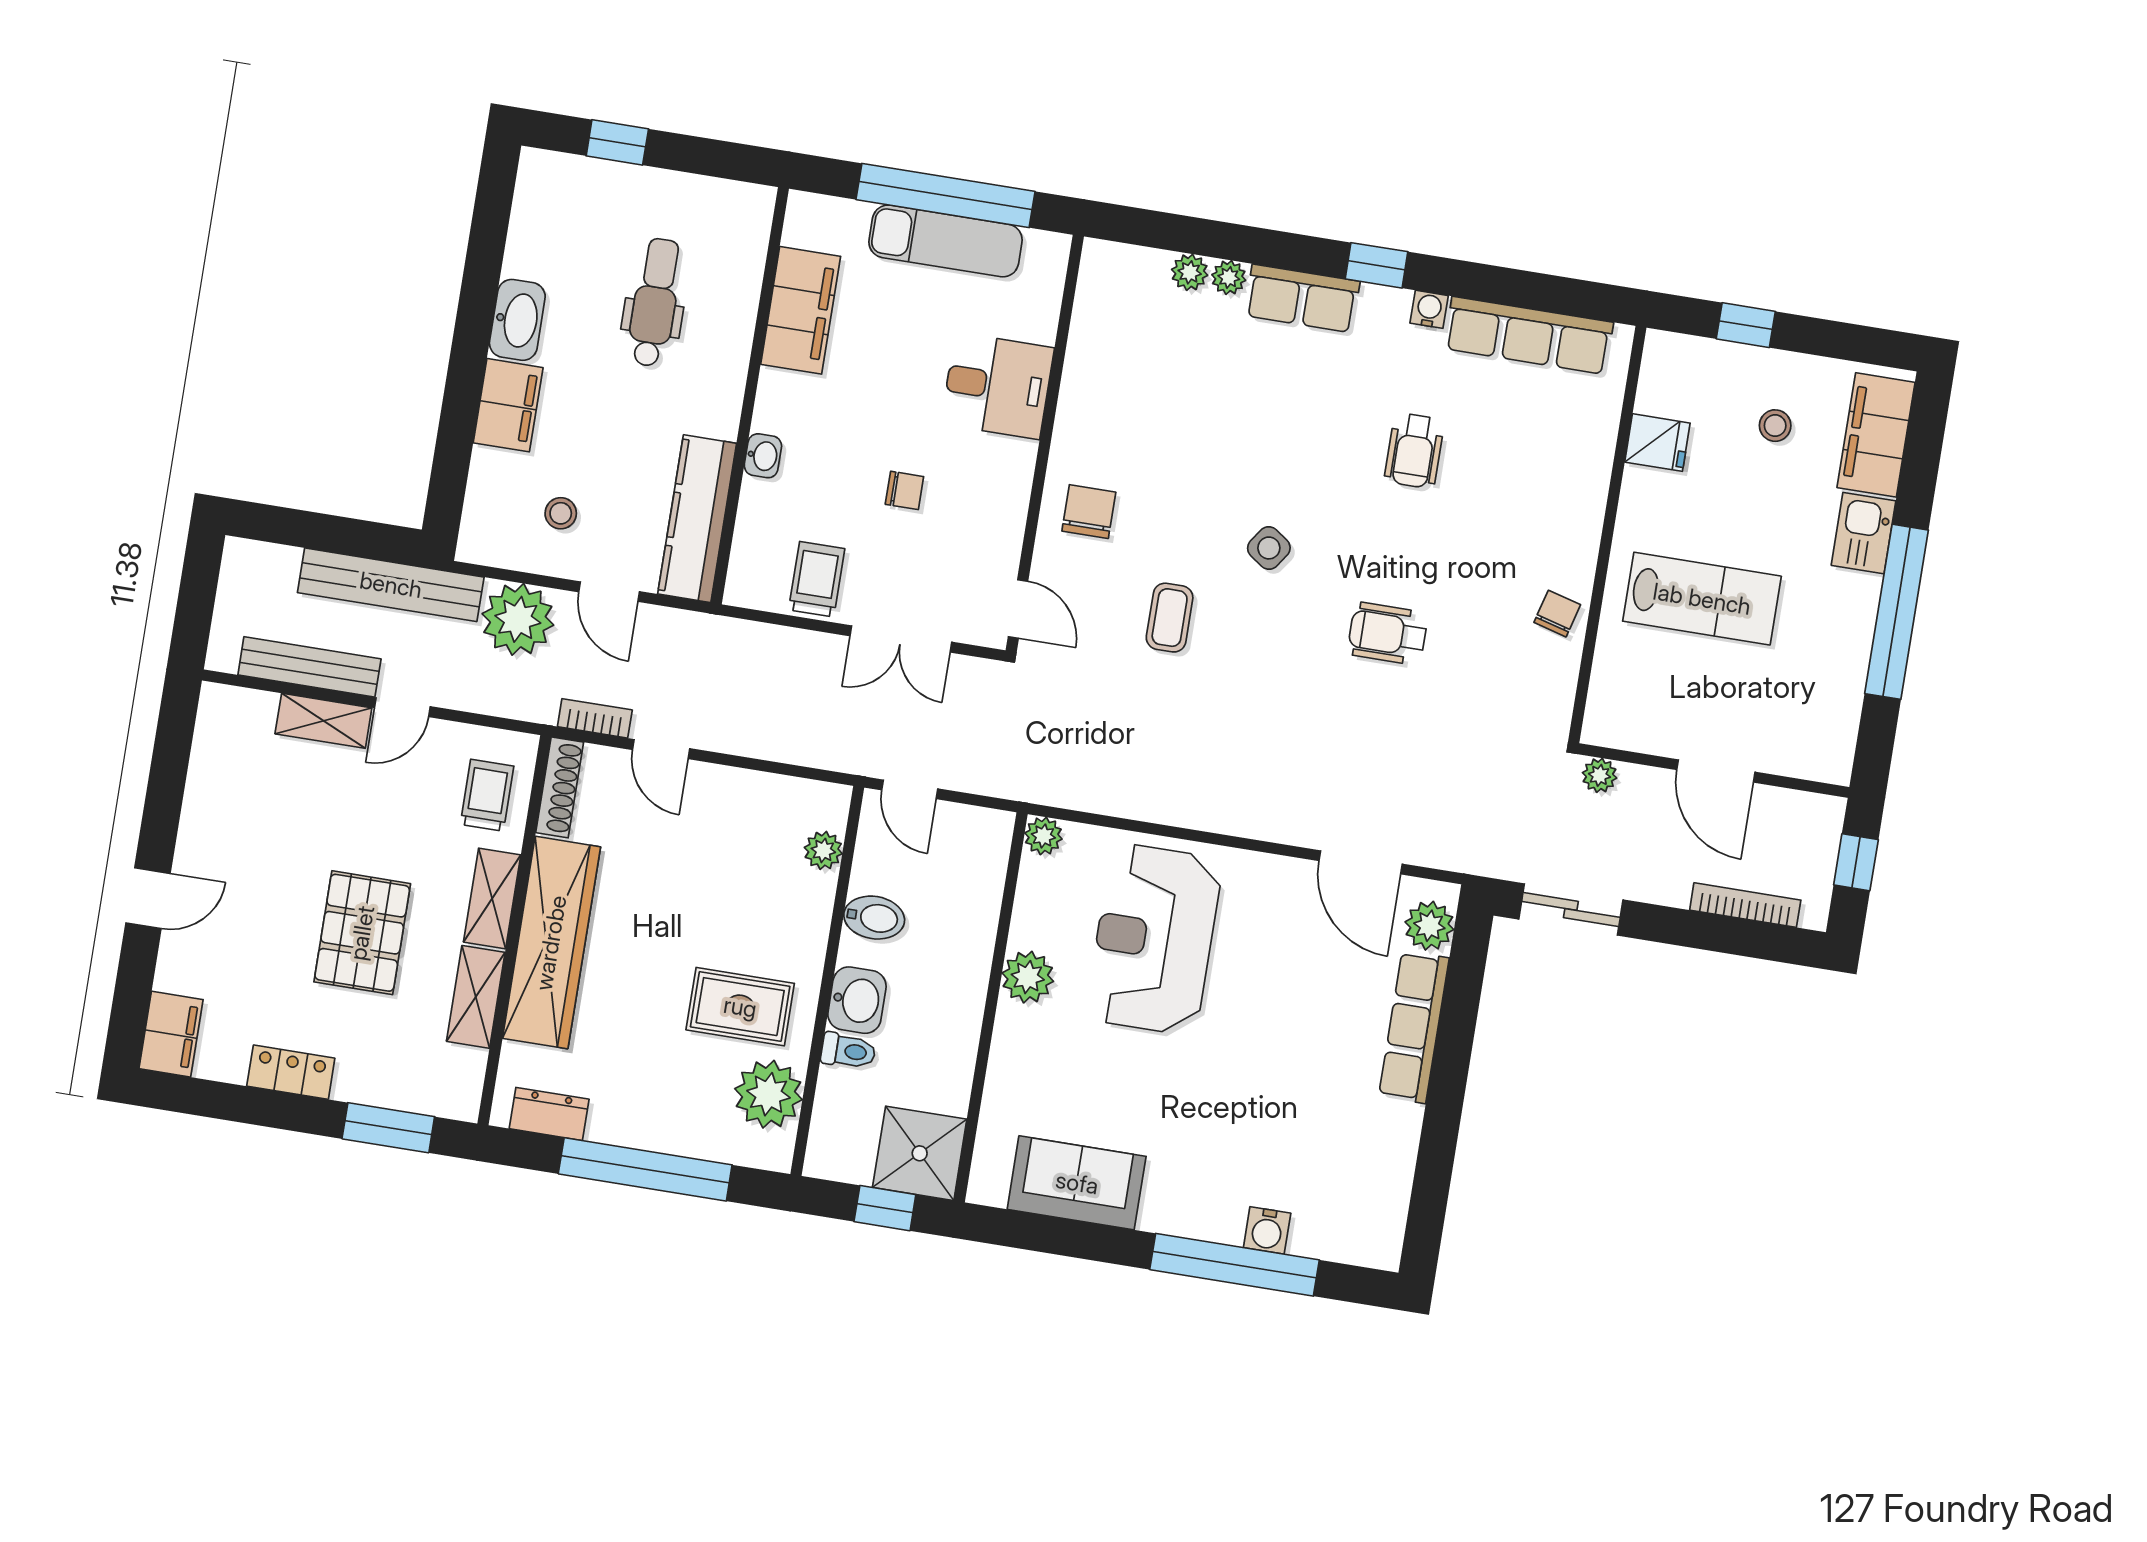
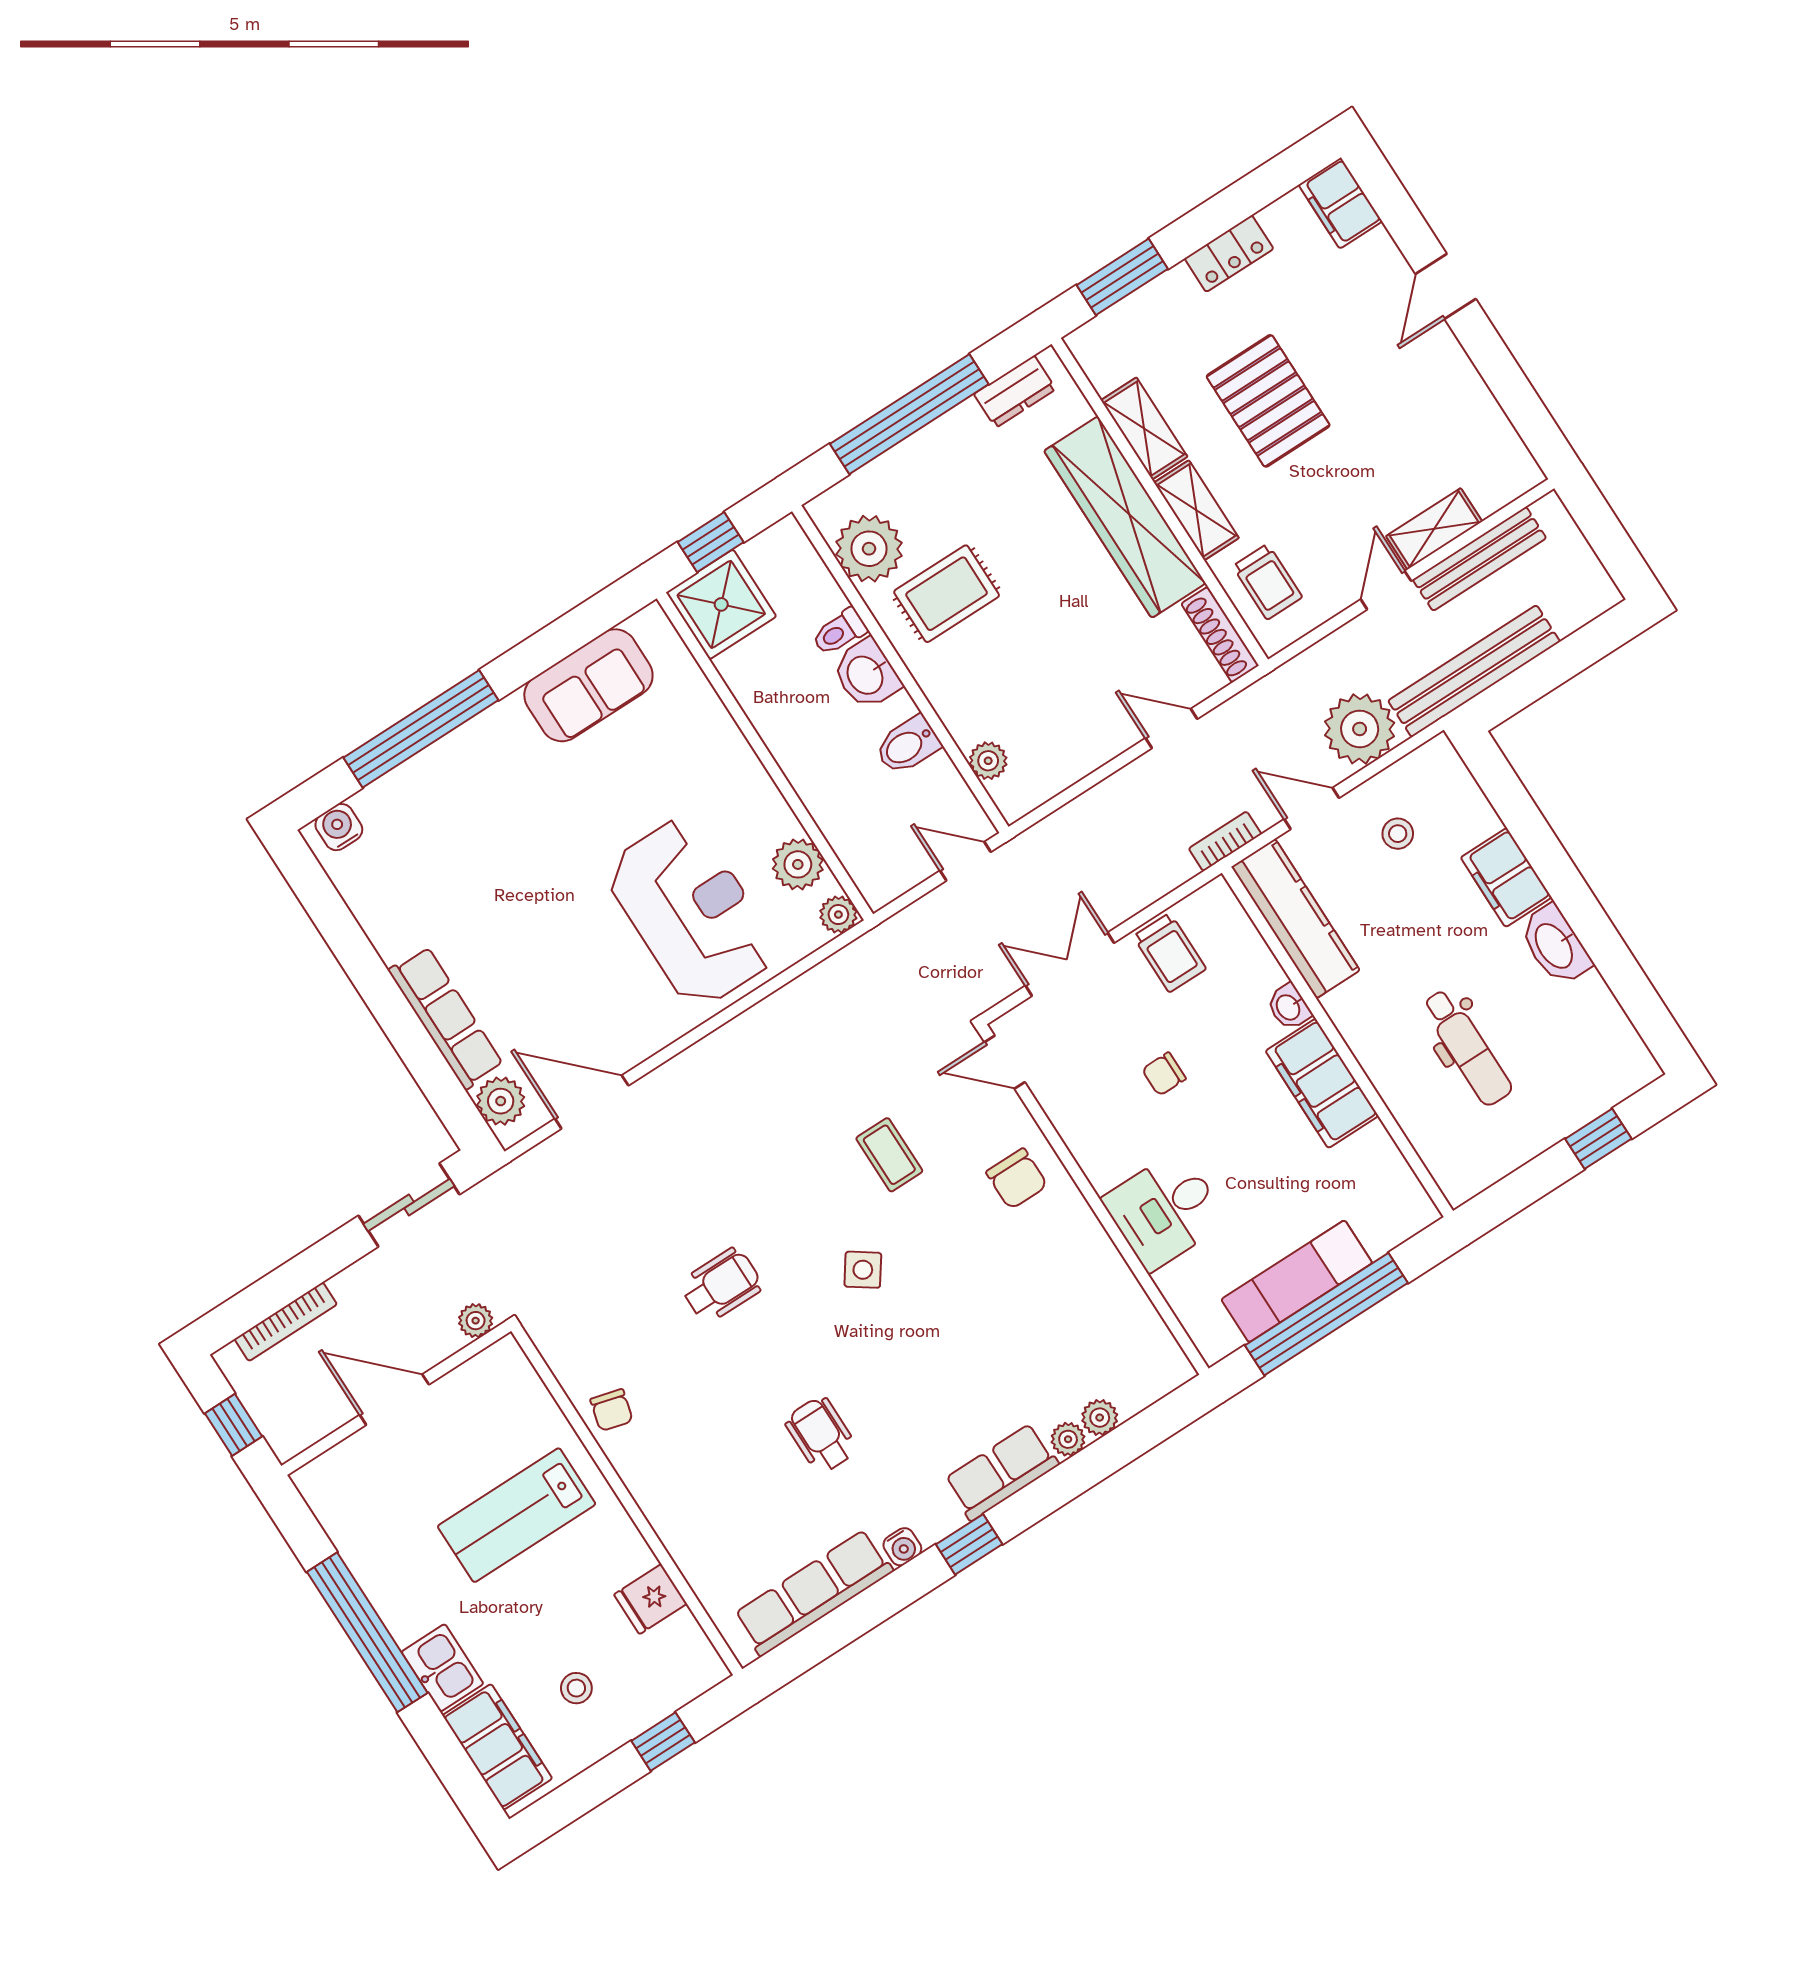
filing cabinet: (801, 310) -> (1322, 1083), moved
bookcase: (595, 718) -> (1225, 841), moved, turned 180
plant: (1028, 977) -> (798, 864), moved
water cooler: (1267, 1230) -> (339, 827), moved

